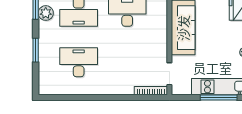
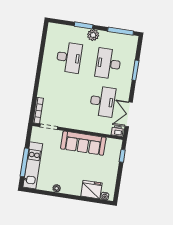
plant: (46, 13) -> (93, 35), moved

